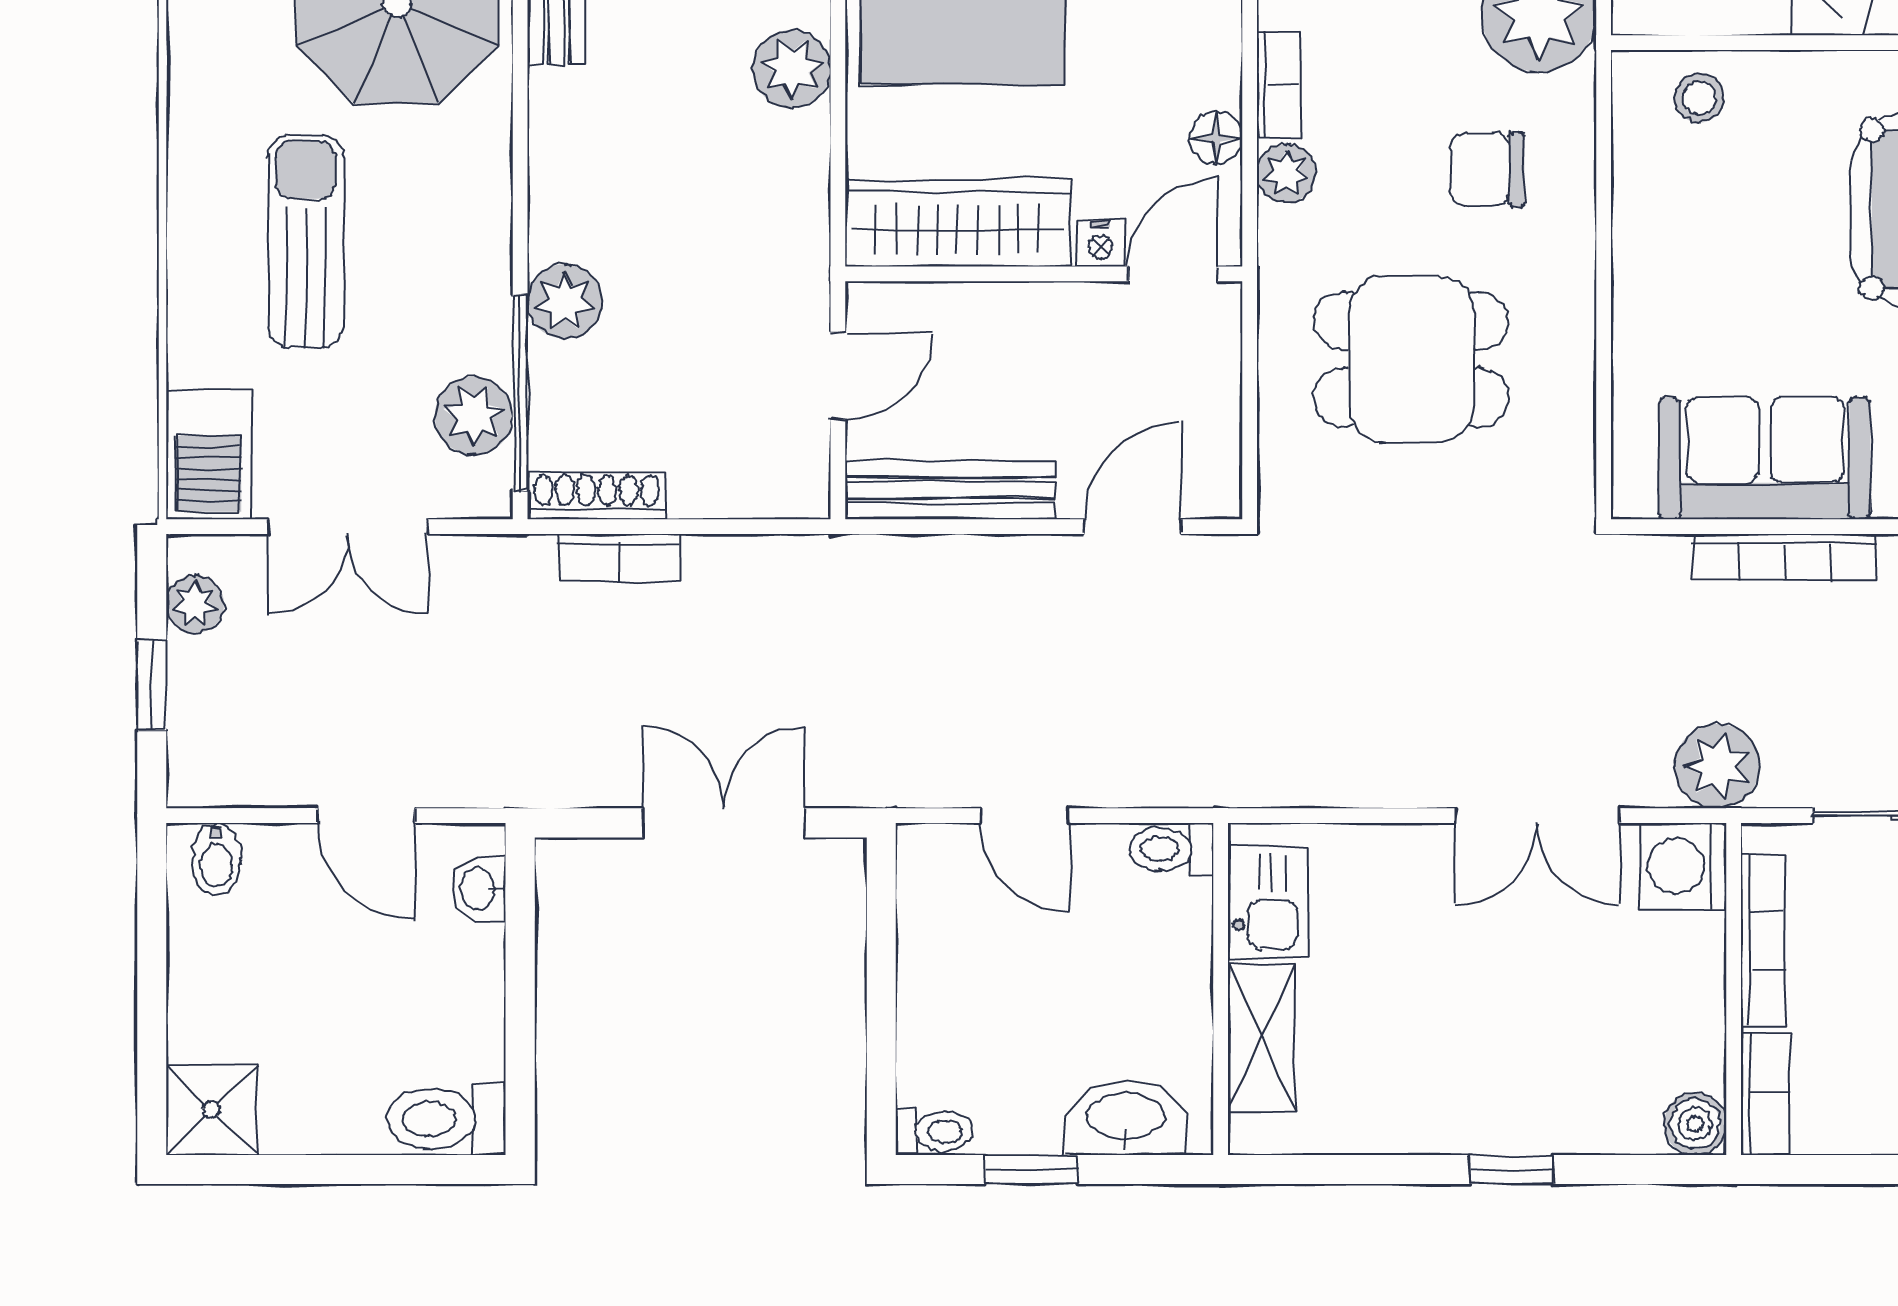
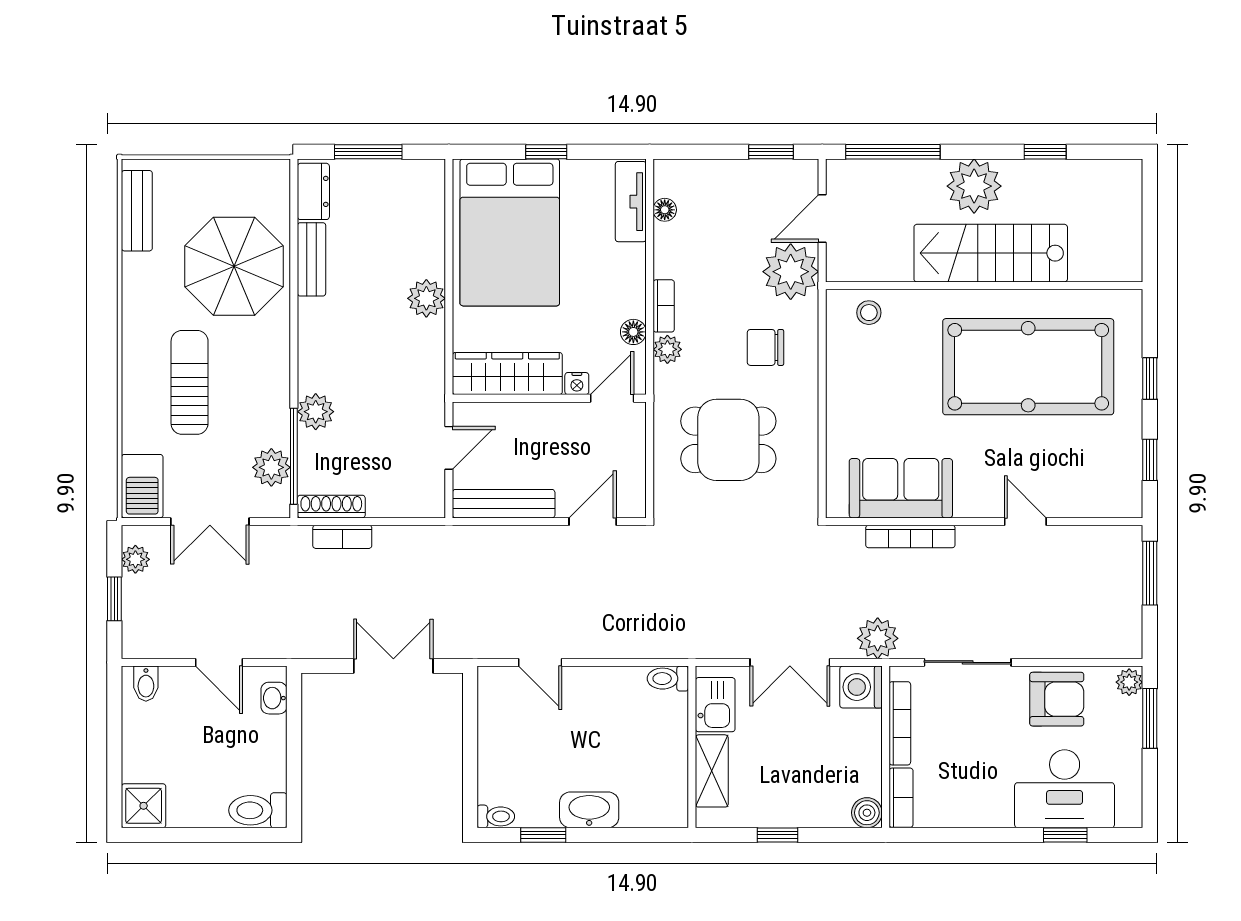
toilet: (1171, 849) -> (668, 679), moved
kitchen sink: (1268, 902) -> (715, 705), moved
wall: (1221, 989) -> (692, 747), moved
shelving: (1261, 1038) -> (712, 771), moved

